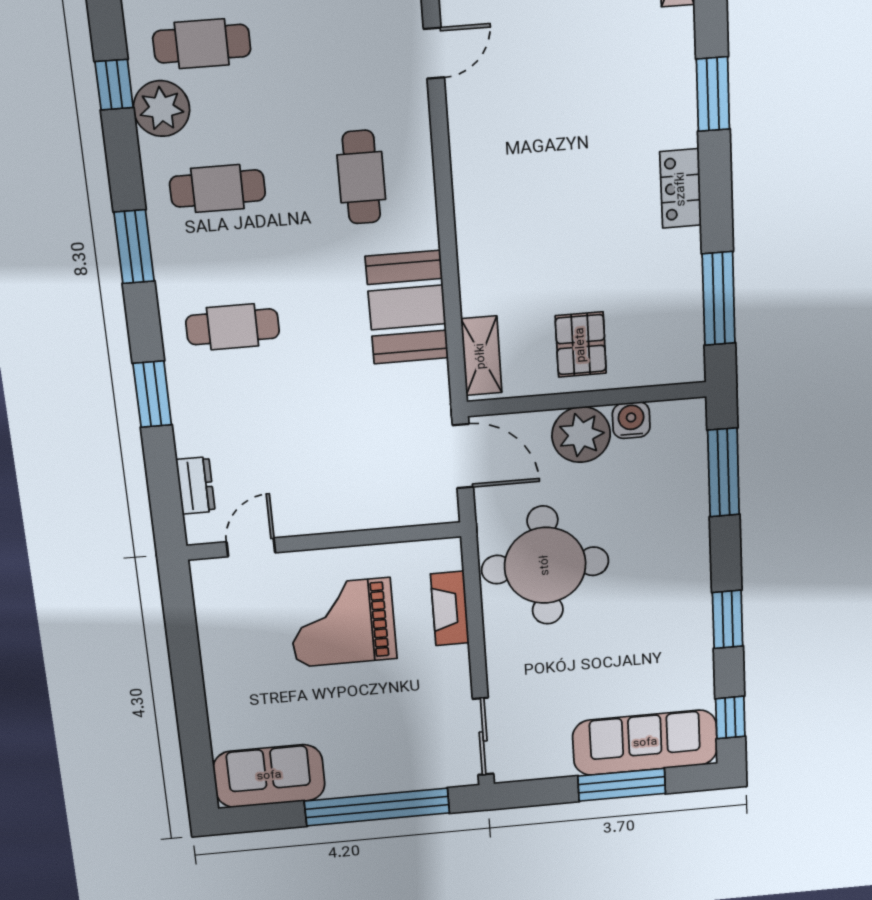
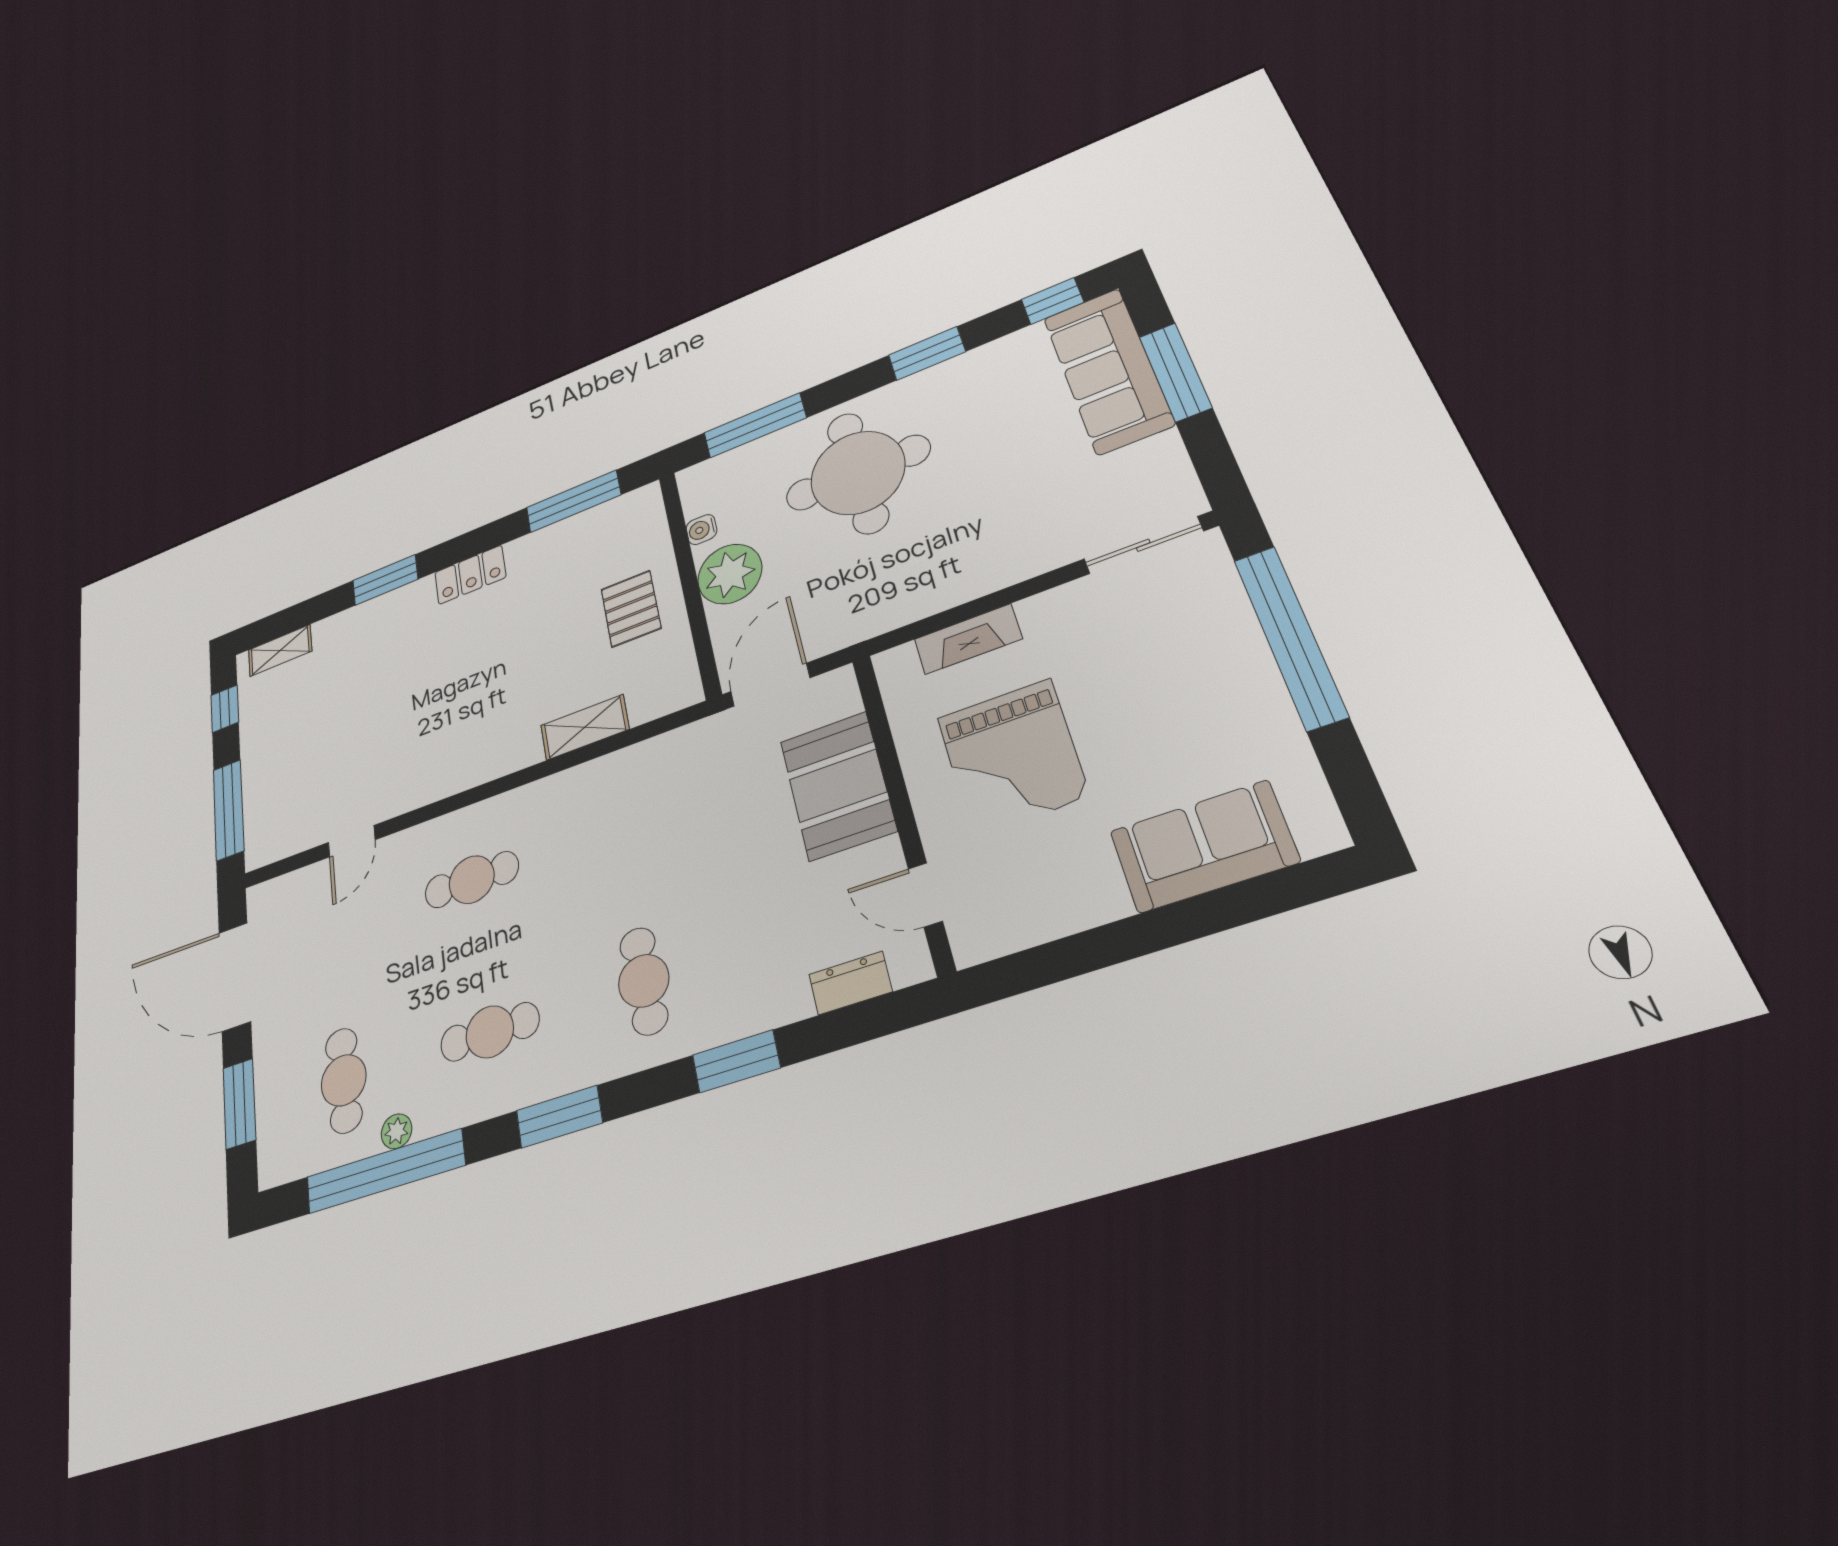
door: (434, 53) -> (352, 841), swing flipped
window: (114, 85) -> (385, 1171), width x3.17
plant: (161, 109) -> (397, 1131), width x0.53, depth x0.53
cafe table: (217, 188) -> (490, 1032), turned 90
booth: (407, 307) -> (838, 786), moved, turned 90
pallet: (581, 345) -> (631, 609), turned 90
shelving: (481, 356) -> (585, 727), moved
water cooler: (631, 420) -> (702, 529), width x0.72, depth x0.72
round table: (545, 565) -> (858, 473), moved
sofa: (269, 776) -> (1203, 846), moved, turned 90

